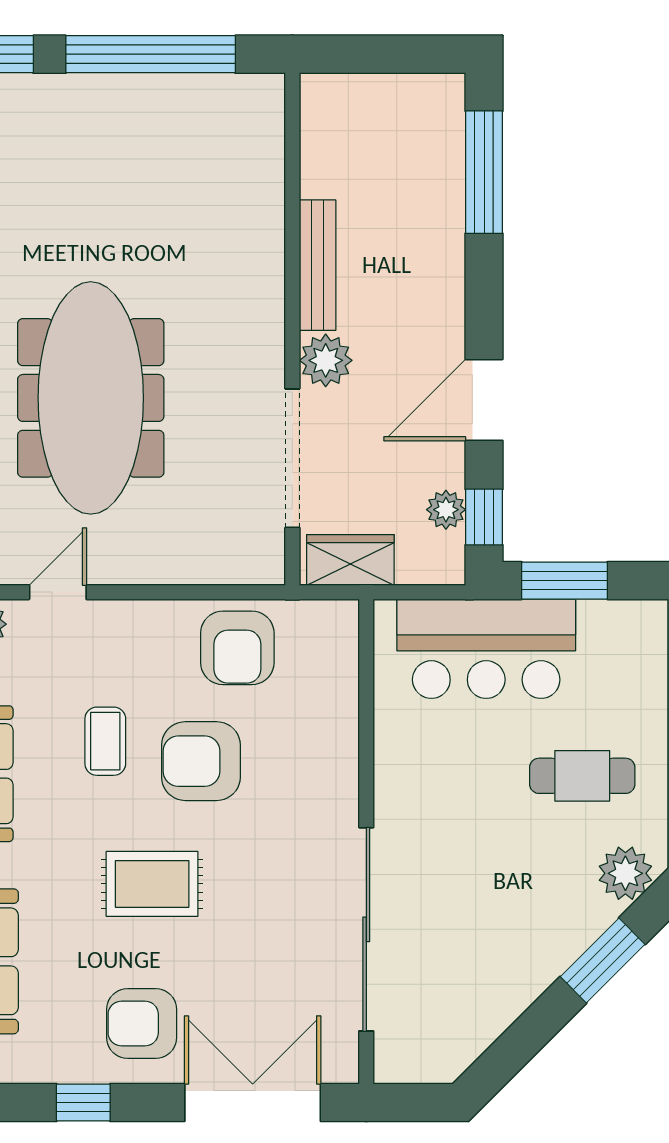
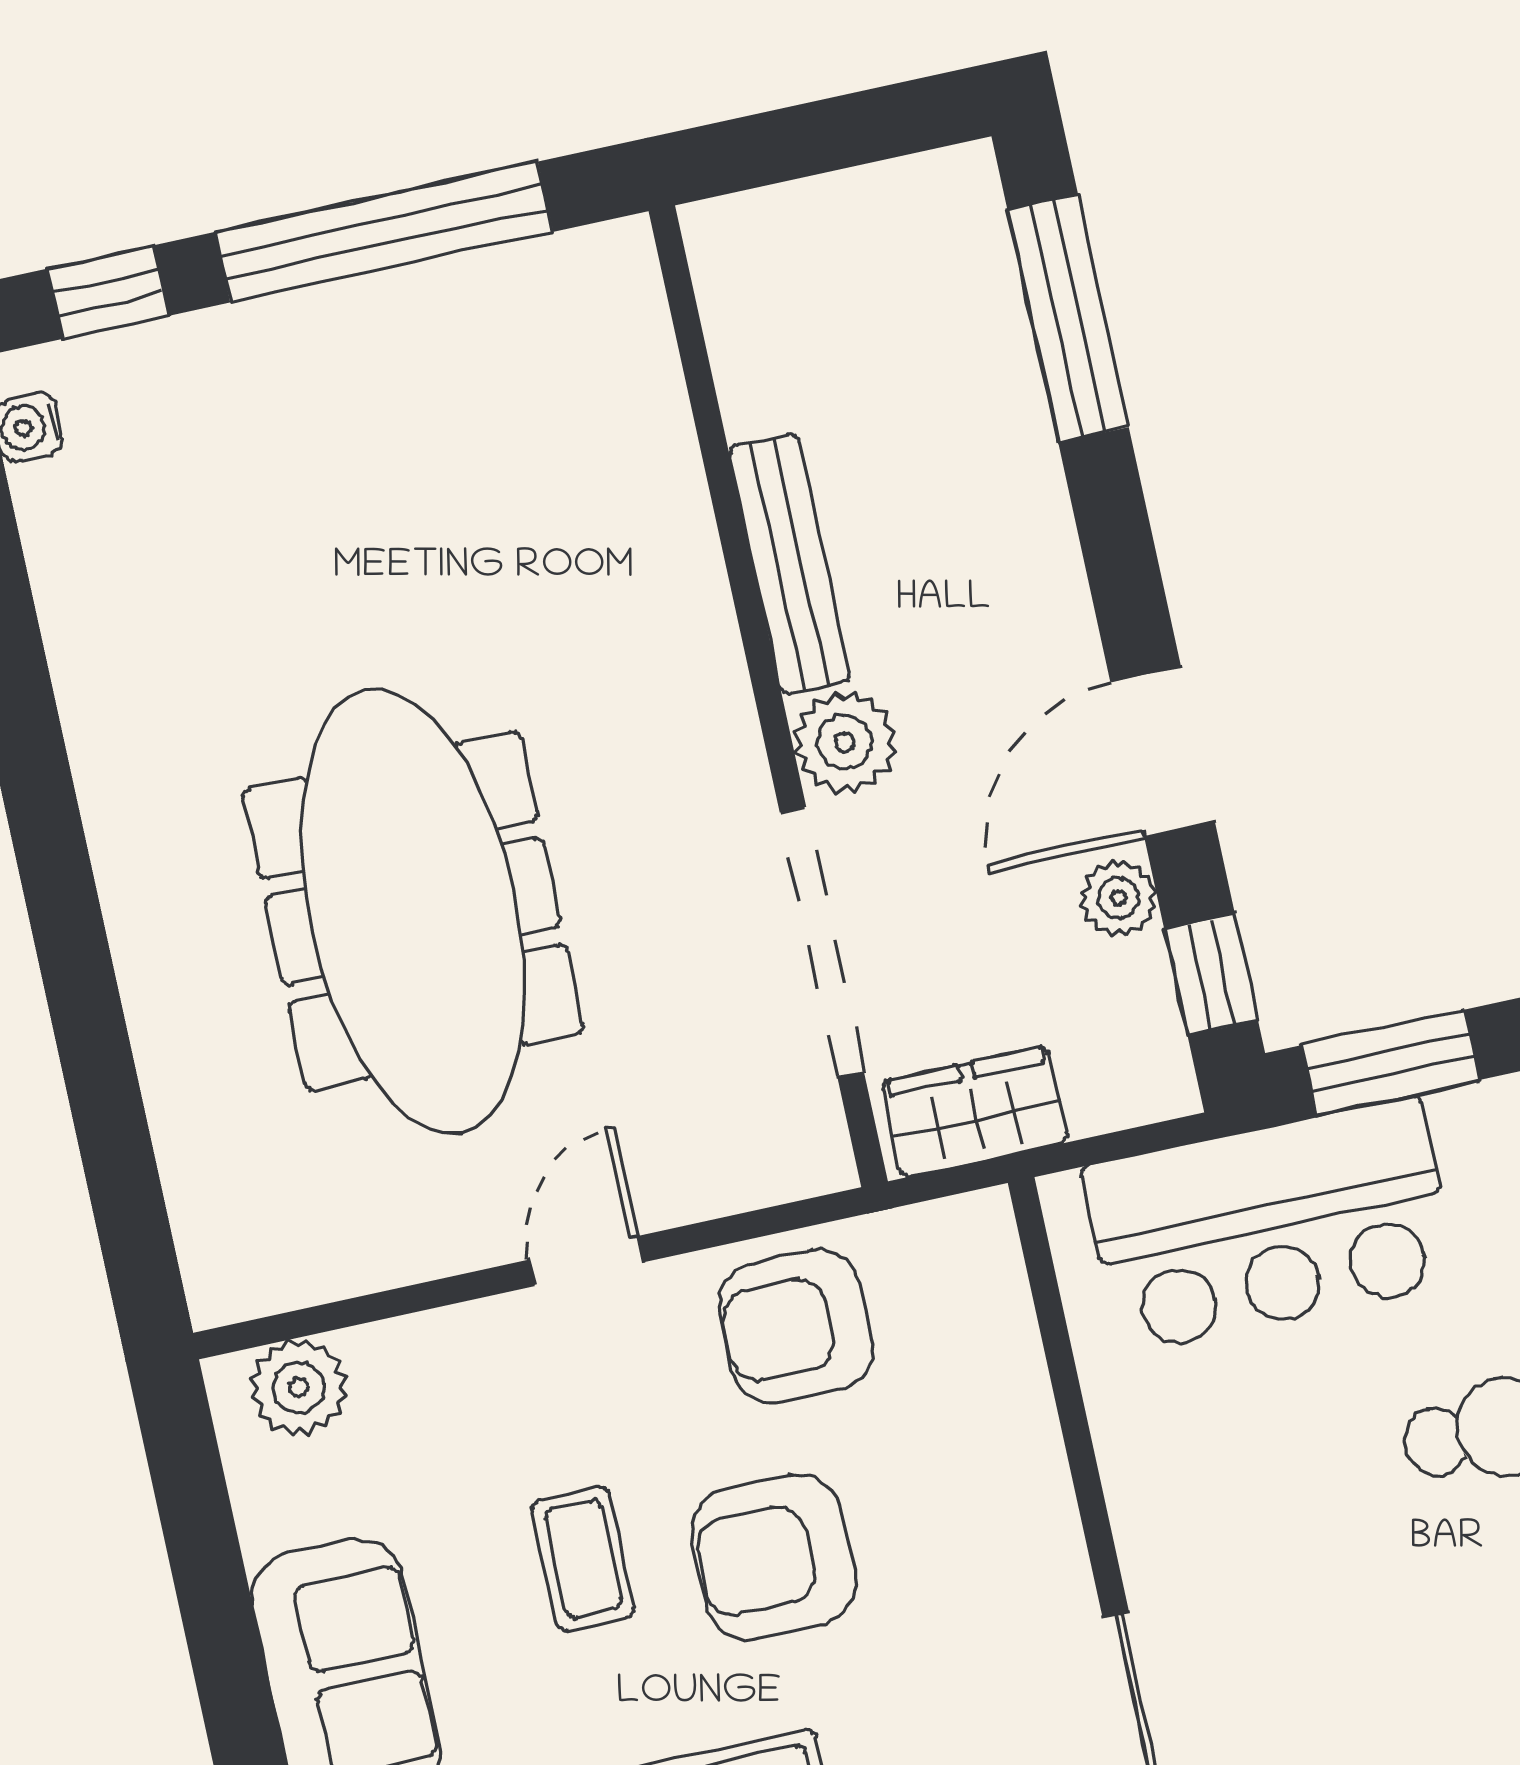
plant: (446, 510) -> (1119, 898), moved
door: (58, 592) -> (586, 1261), moved
armchair: (237, 648) -> (796, 1326), turned 90

